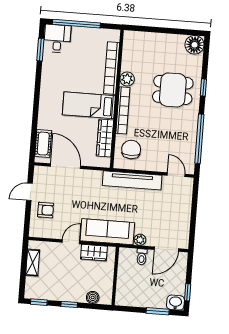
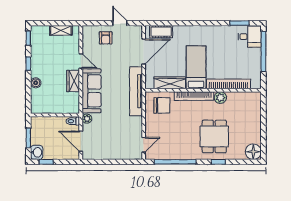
tv unit: (132, 180) -> (136, 91), moved
wall: (115, 276) -> (55, 115), moved

